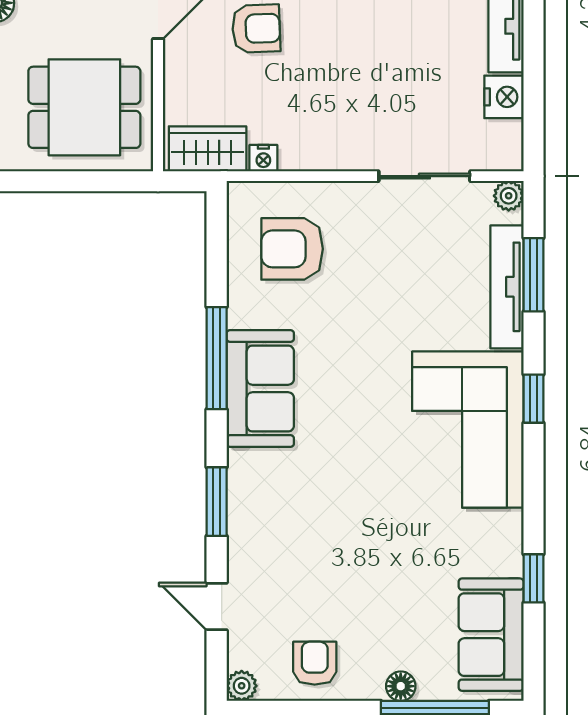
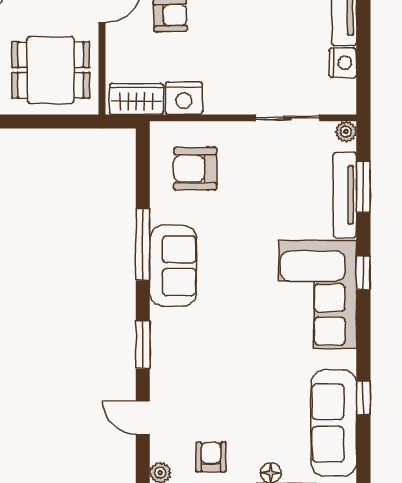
nightstand: (263, 158) -> (184, 98), width x1.89, depth x1.79
sofa: (491, 635) -> (334, 423), width x1.36

